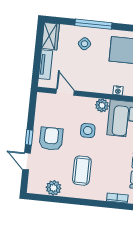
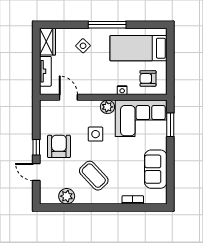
window: (93, 24) -> (107, 25), moved
coffee table: (82, 171) -> (94, 176), turned -43

